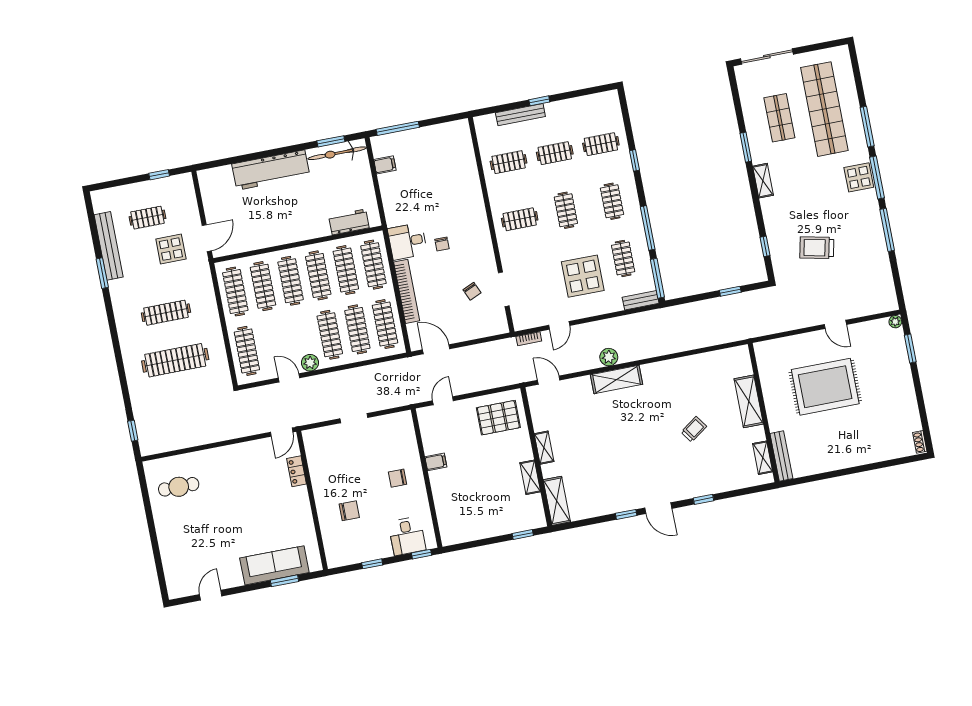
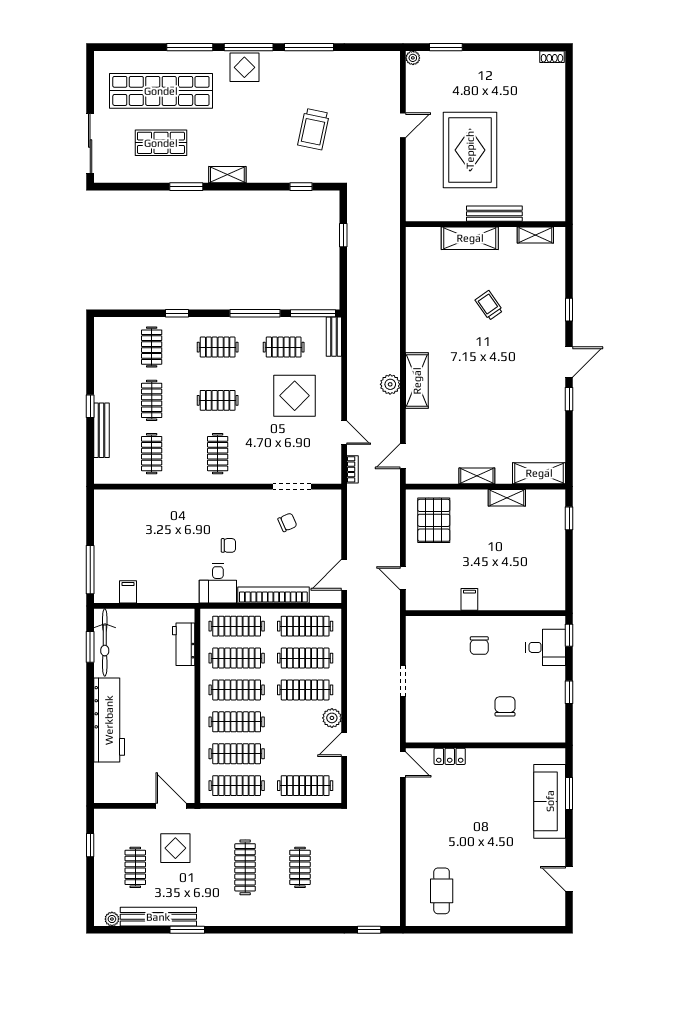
plant: (99, 206) -> (112, 919), added
clothes rail: (175, 360) -> (300, 867), width x0.54, depth x0.76
bench: (781, 456) -> (494, 214), moved

